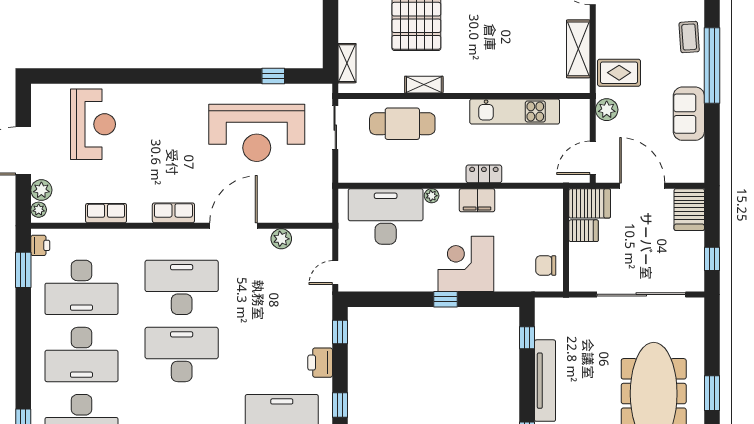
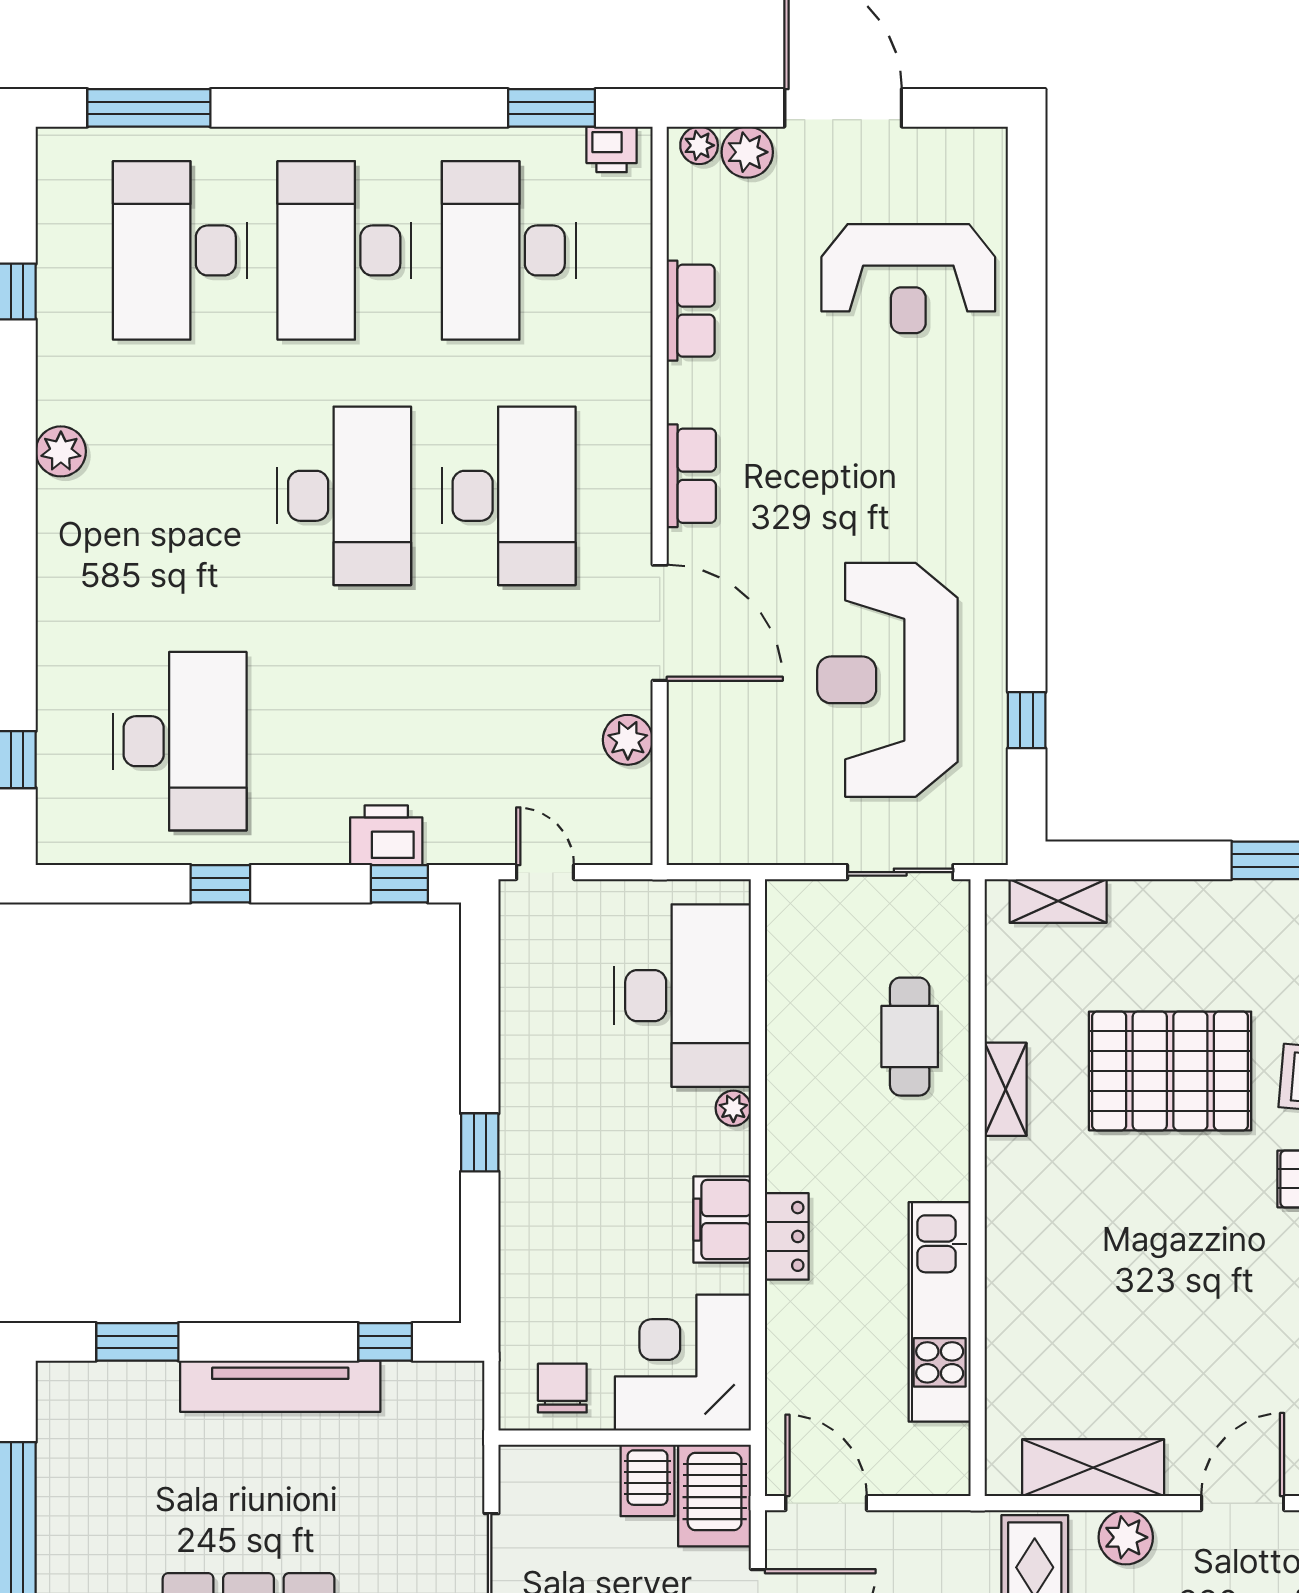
plant: (607, 110) -> (1126, 1537), moved
cafe table: (402, 124) -> (910, 1037), width x0.73, depth x0.74
corner desk: (466, 264) -> (683, 1363), moved, turned -90
printer: (320, 363) -> (386, 835), moved

